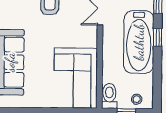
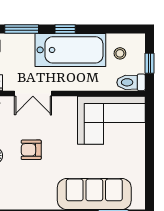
stool: (137, 99) -> (120, 53), moved

